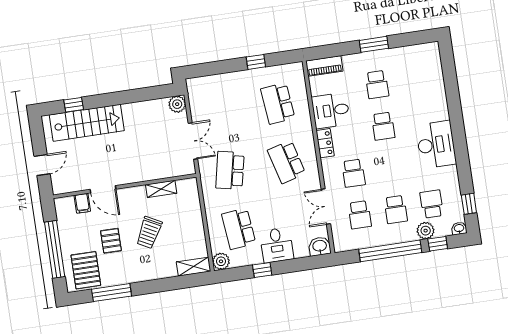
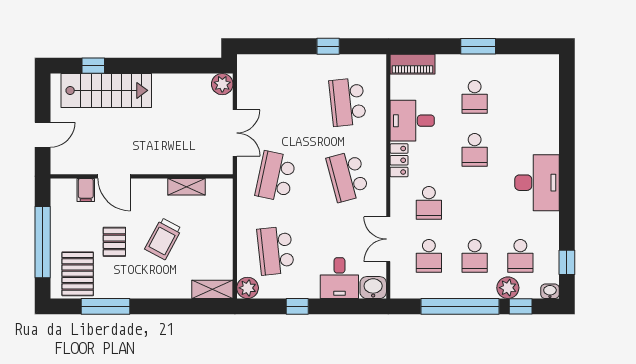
school desk: (432, 204) -> (520, 256), turned 180
desk: (277, 245) -> (339, 278), moved

